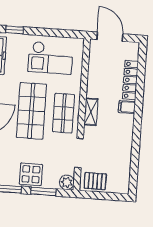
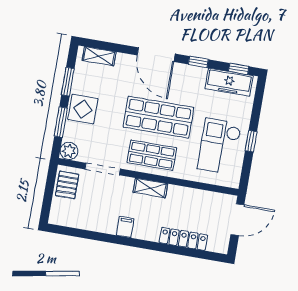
window: (15, 30) -> (251, 141), moved
filing cabinet: (127, 107) -> (125, 227), moved

